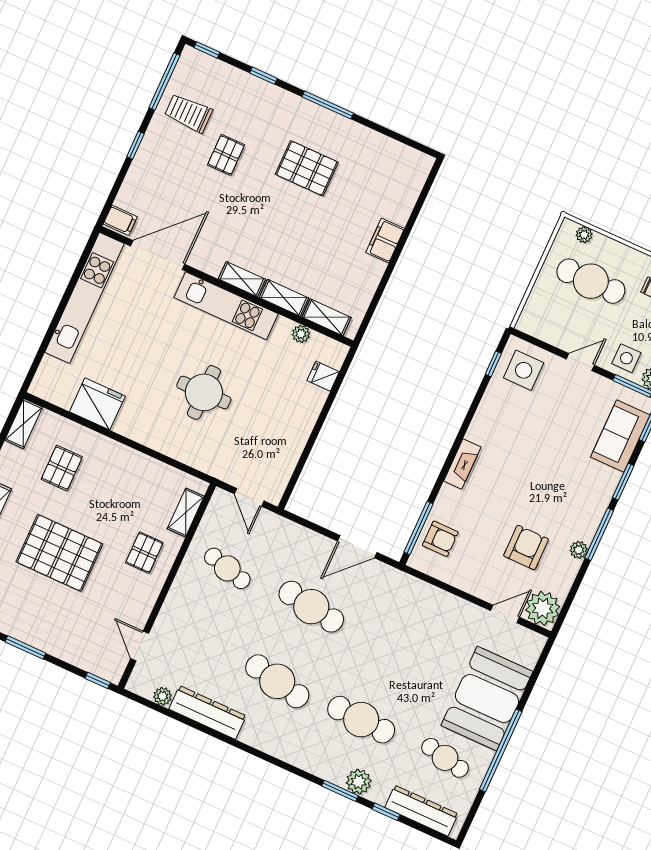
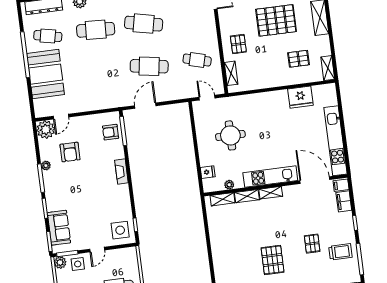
pallet: (307, 168) -> (273, 260), turned 90
filing cabinet: (385, 241) -> (344, 201), moved, turned 180
door: (158, 255) -> (315, 180), swing flipped
round table: (204, 392) -> (230, 135), moved
pallet: (62, 468) -> (298, 59), turned 90

